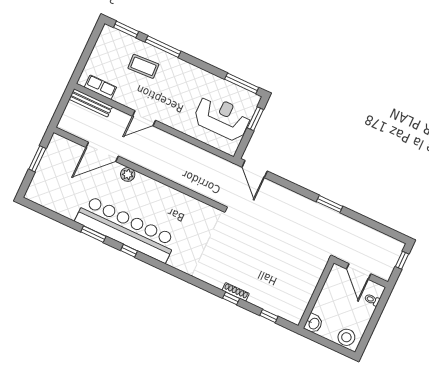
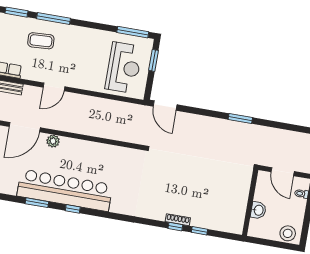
reception desk: (222, 118) -> (124, 68), turned 90
window: (269, 316) -> (200, 231), moved
washbasin: (314, 323) -> (258, 210), moved

